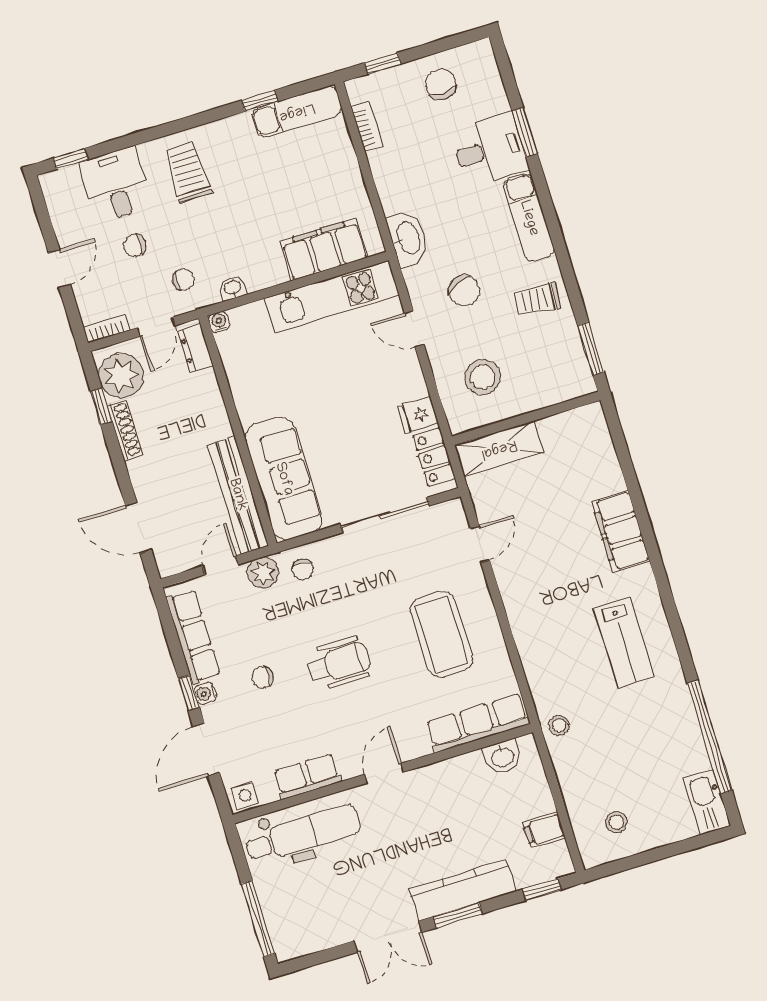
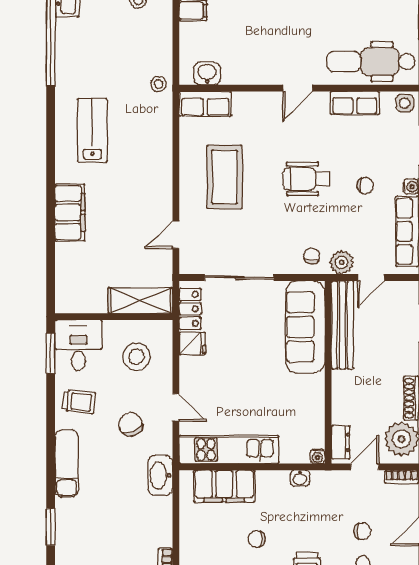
desk: (490, 150) -> (79, 345), moved, turned 90
chair: (183, 279) -> (257, 539), moved
row of seats: (478, 723) -> (205, 104), width x0.68

